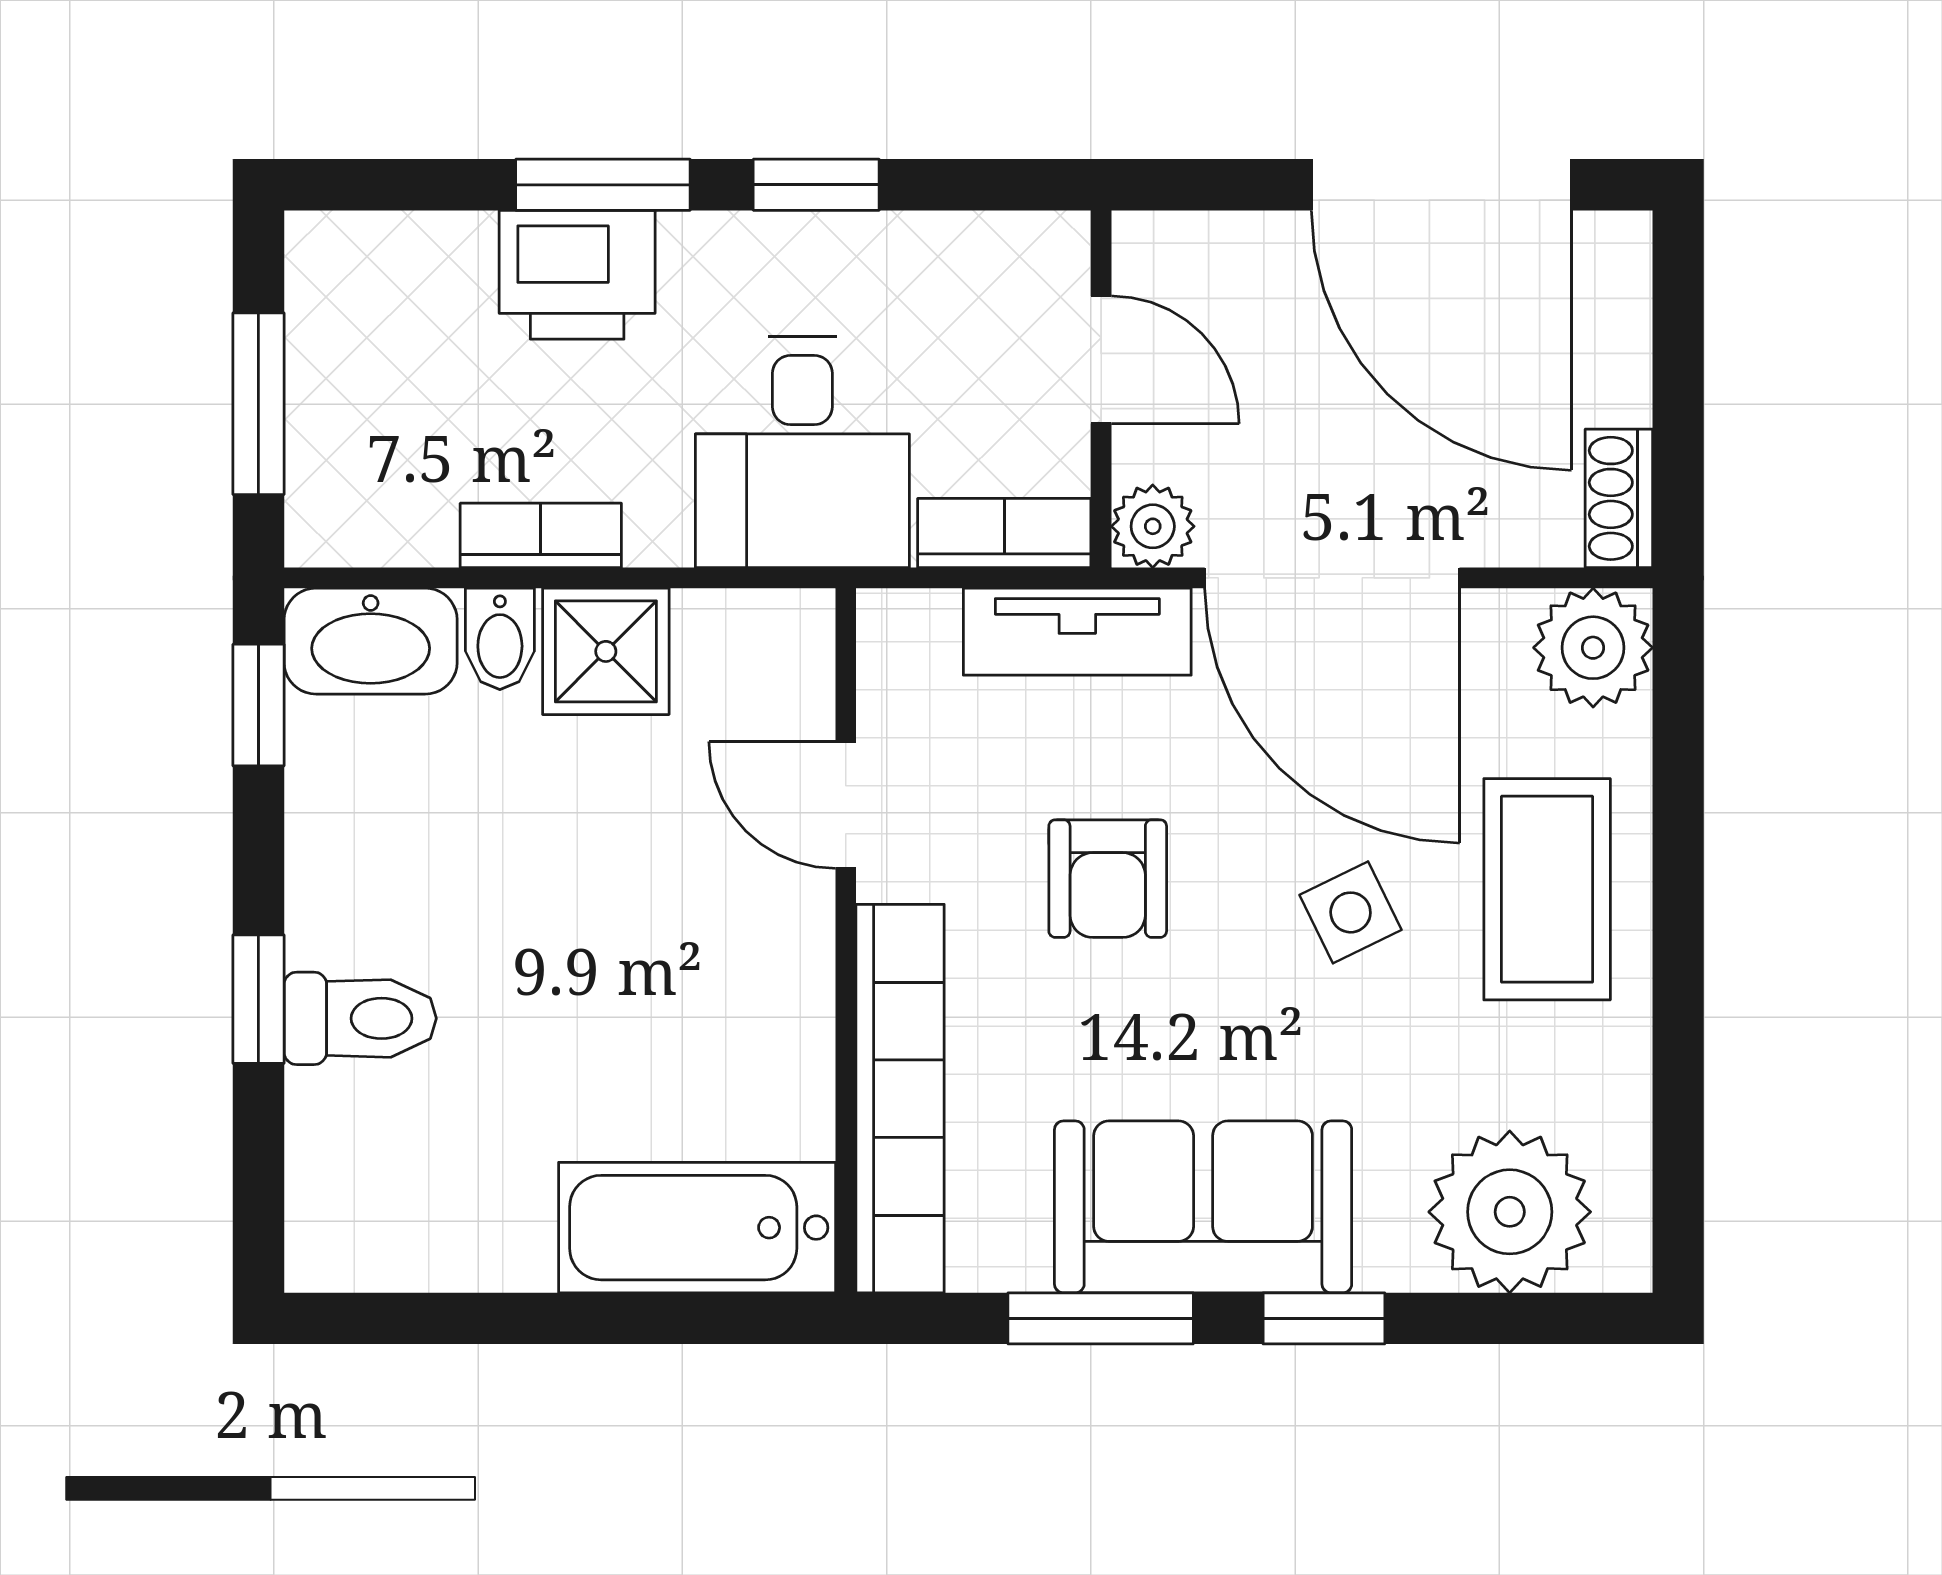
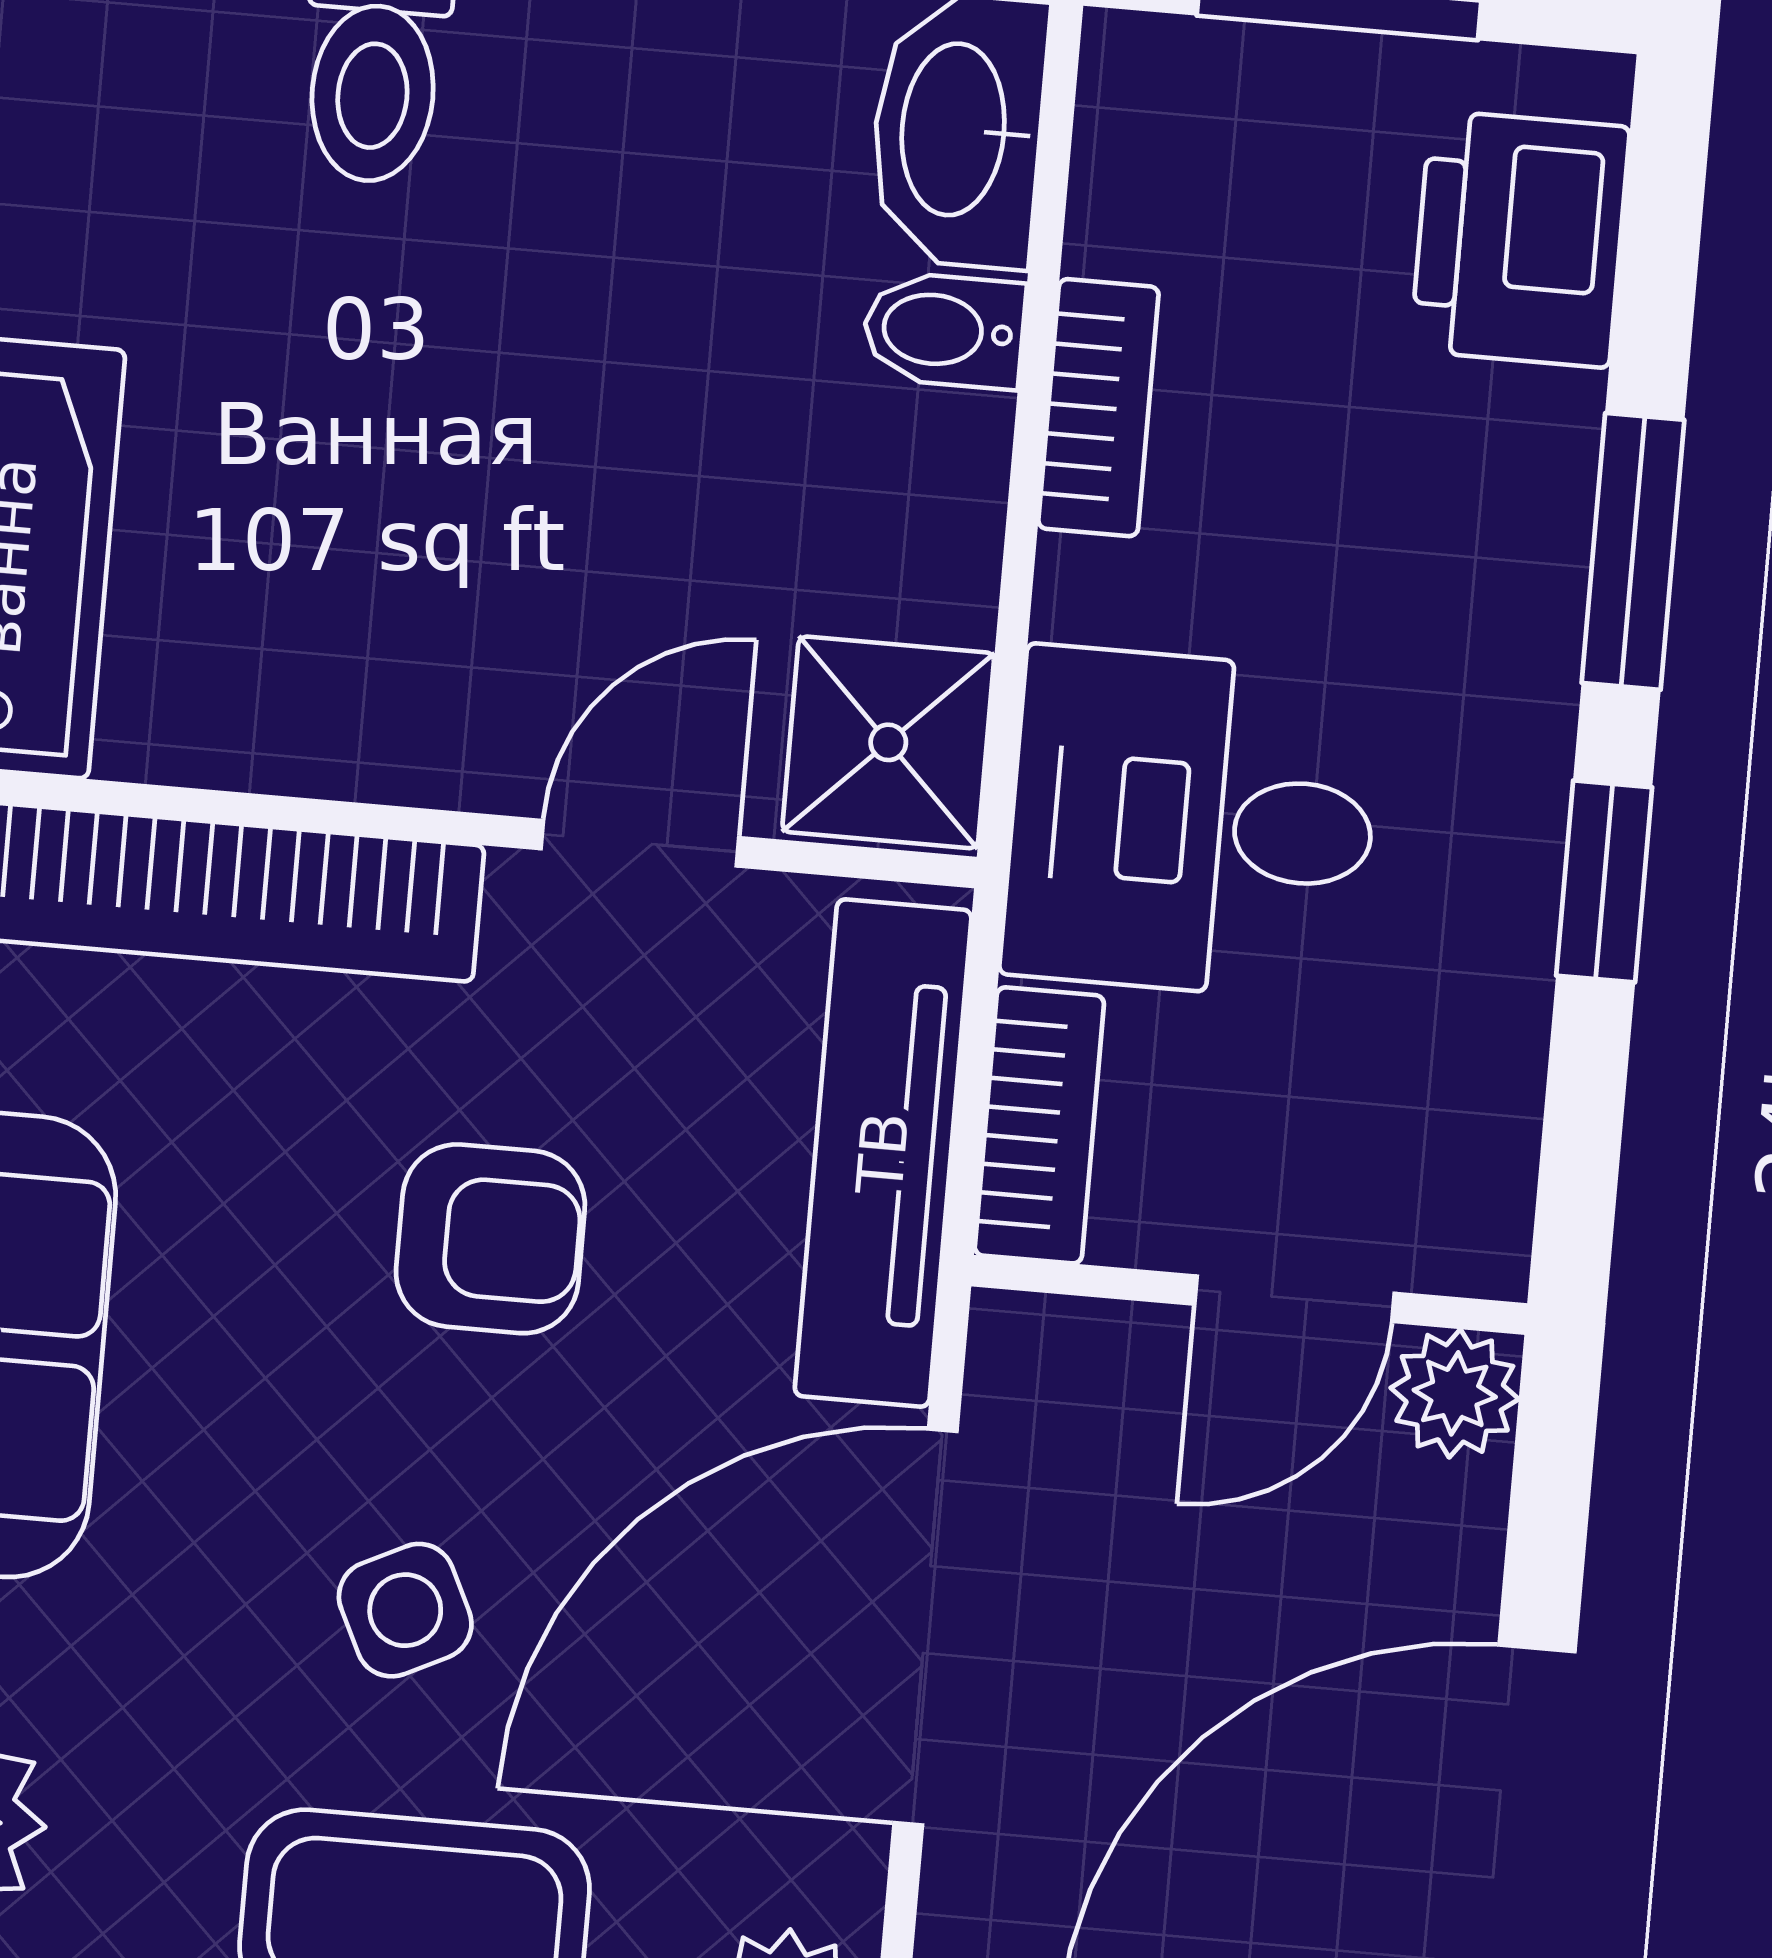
printer: (577, 275) -> (1520, 239), moved
plant: (1153, 526) -> (1455, 1393), moved
tv unit: (1077, 632) -> (883, 1153), width x1.41
shower: (606, 651) -> (888, 742), moved
armchair: (1108, 879) -> (490, 1239), turned 180

